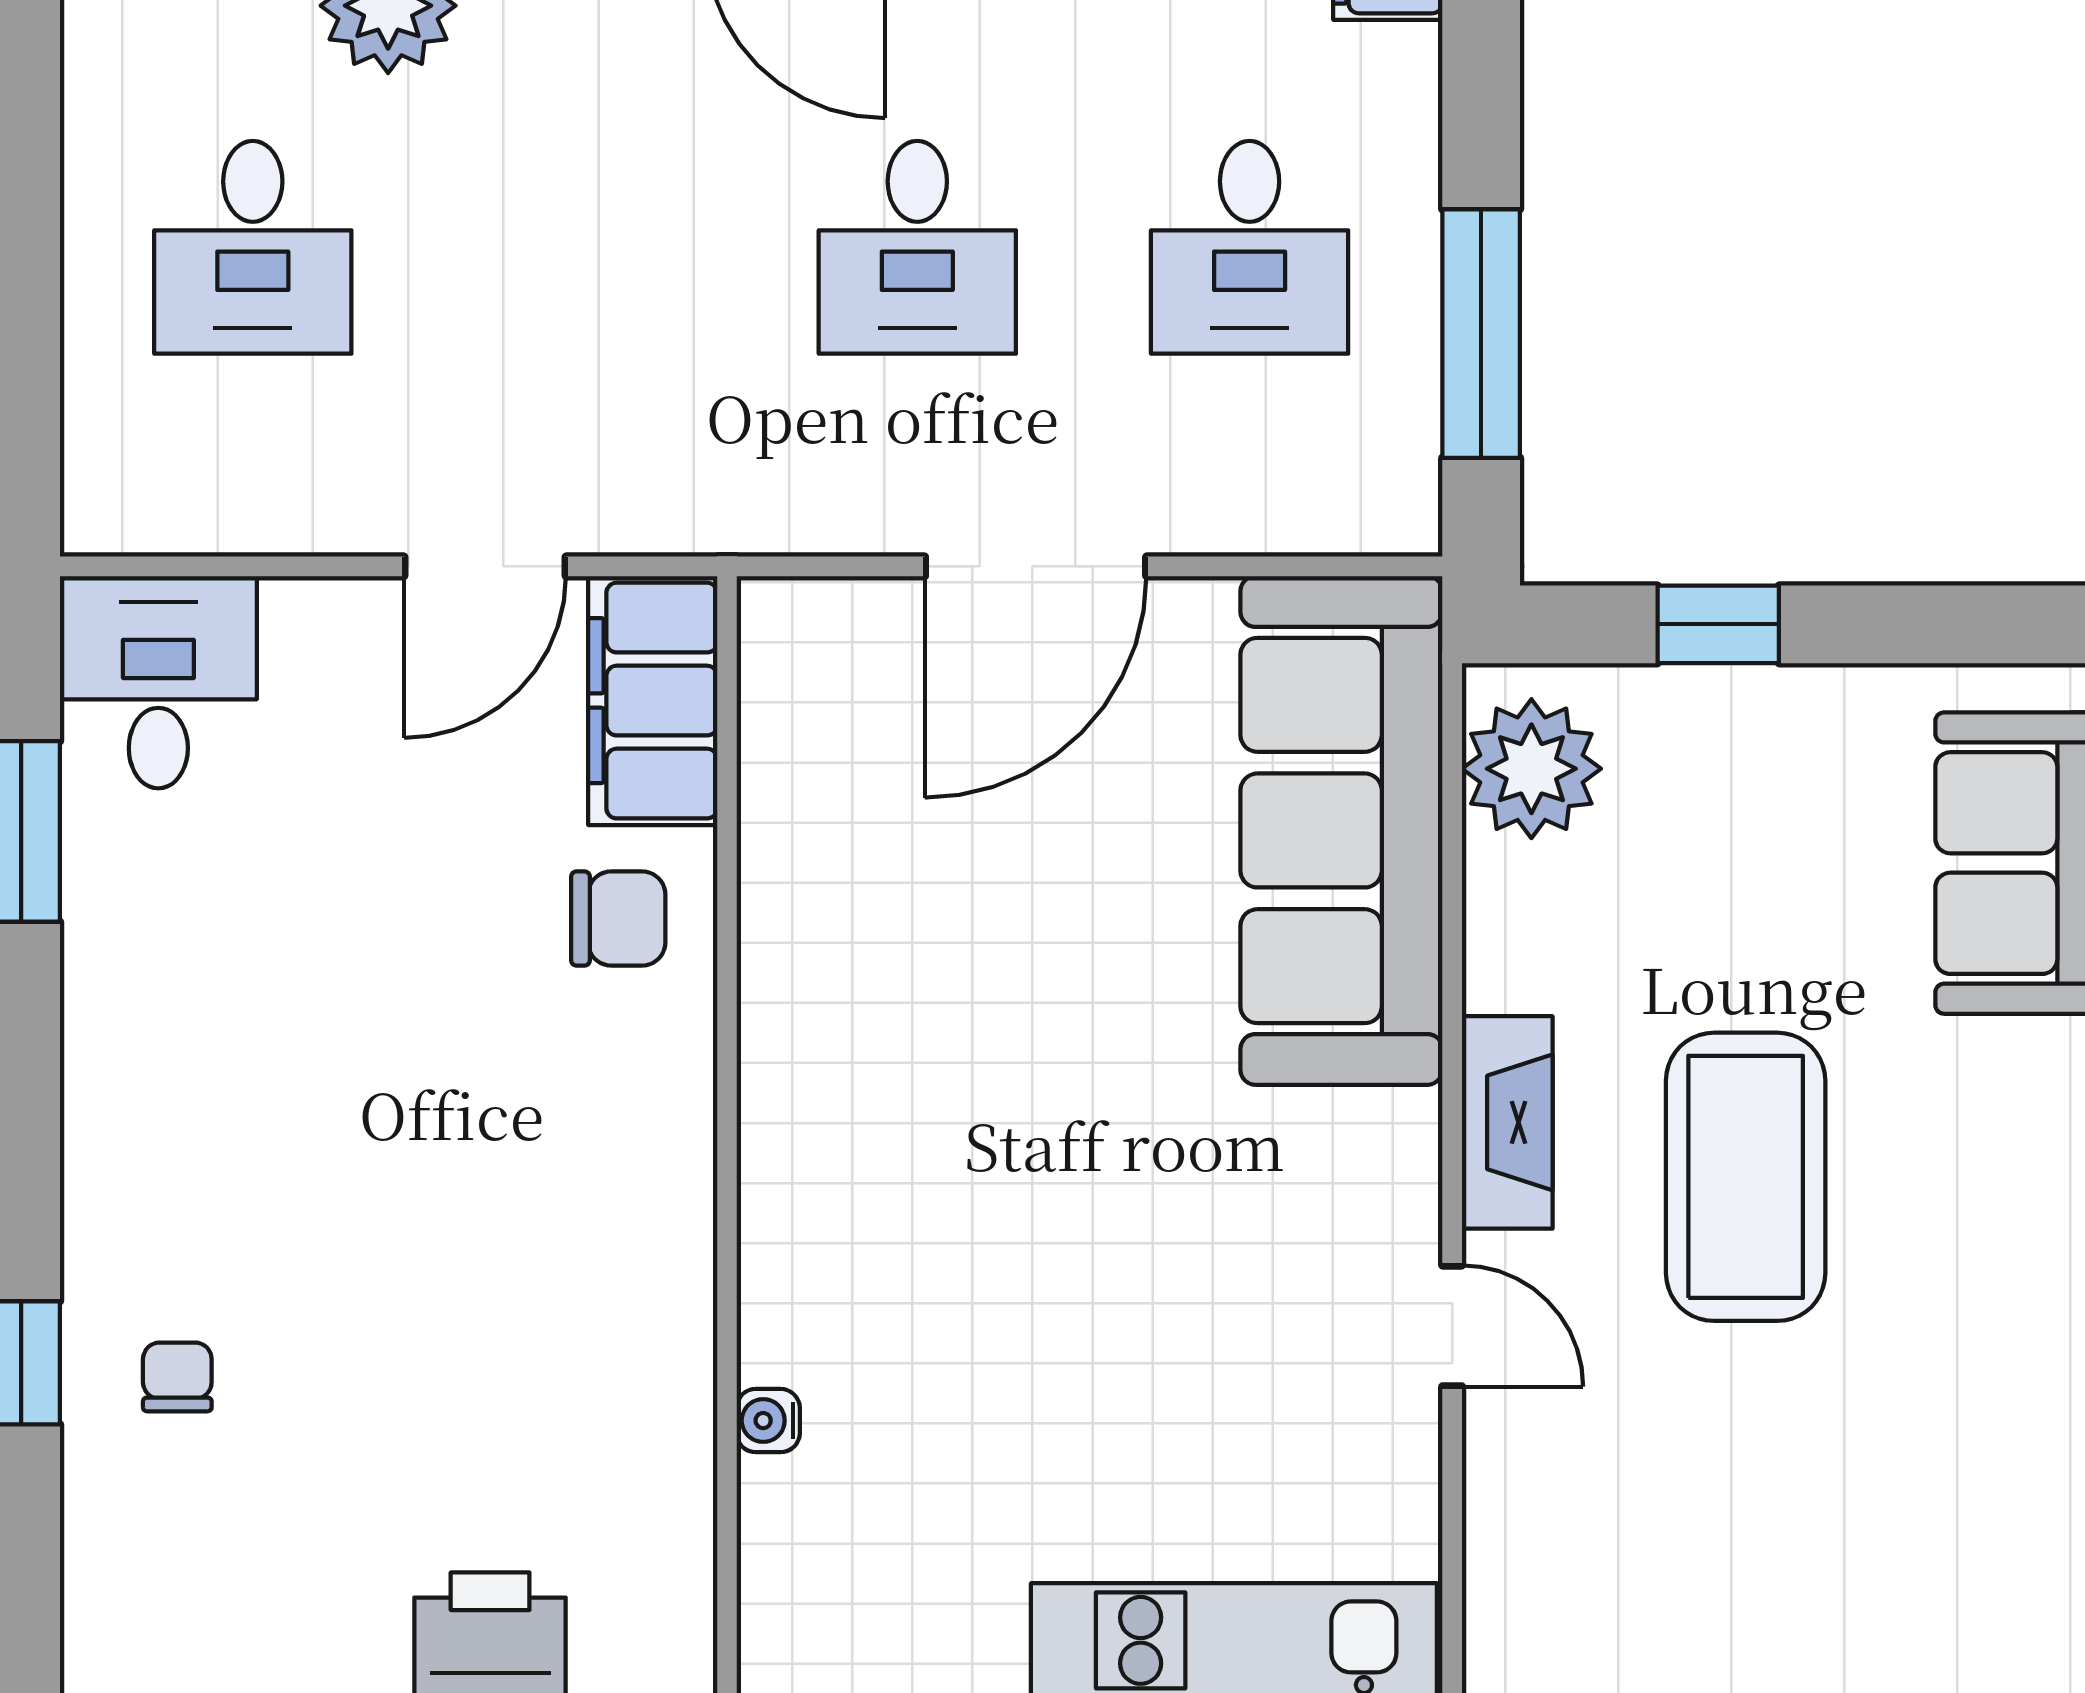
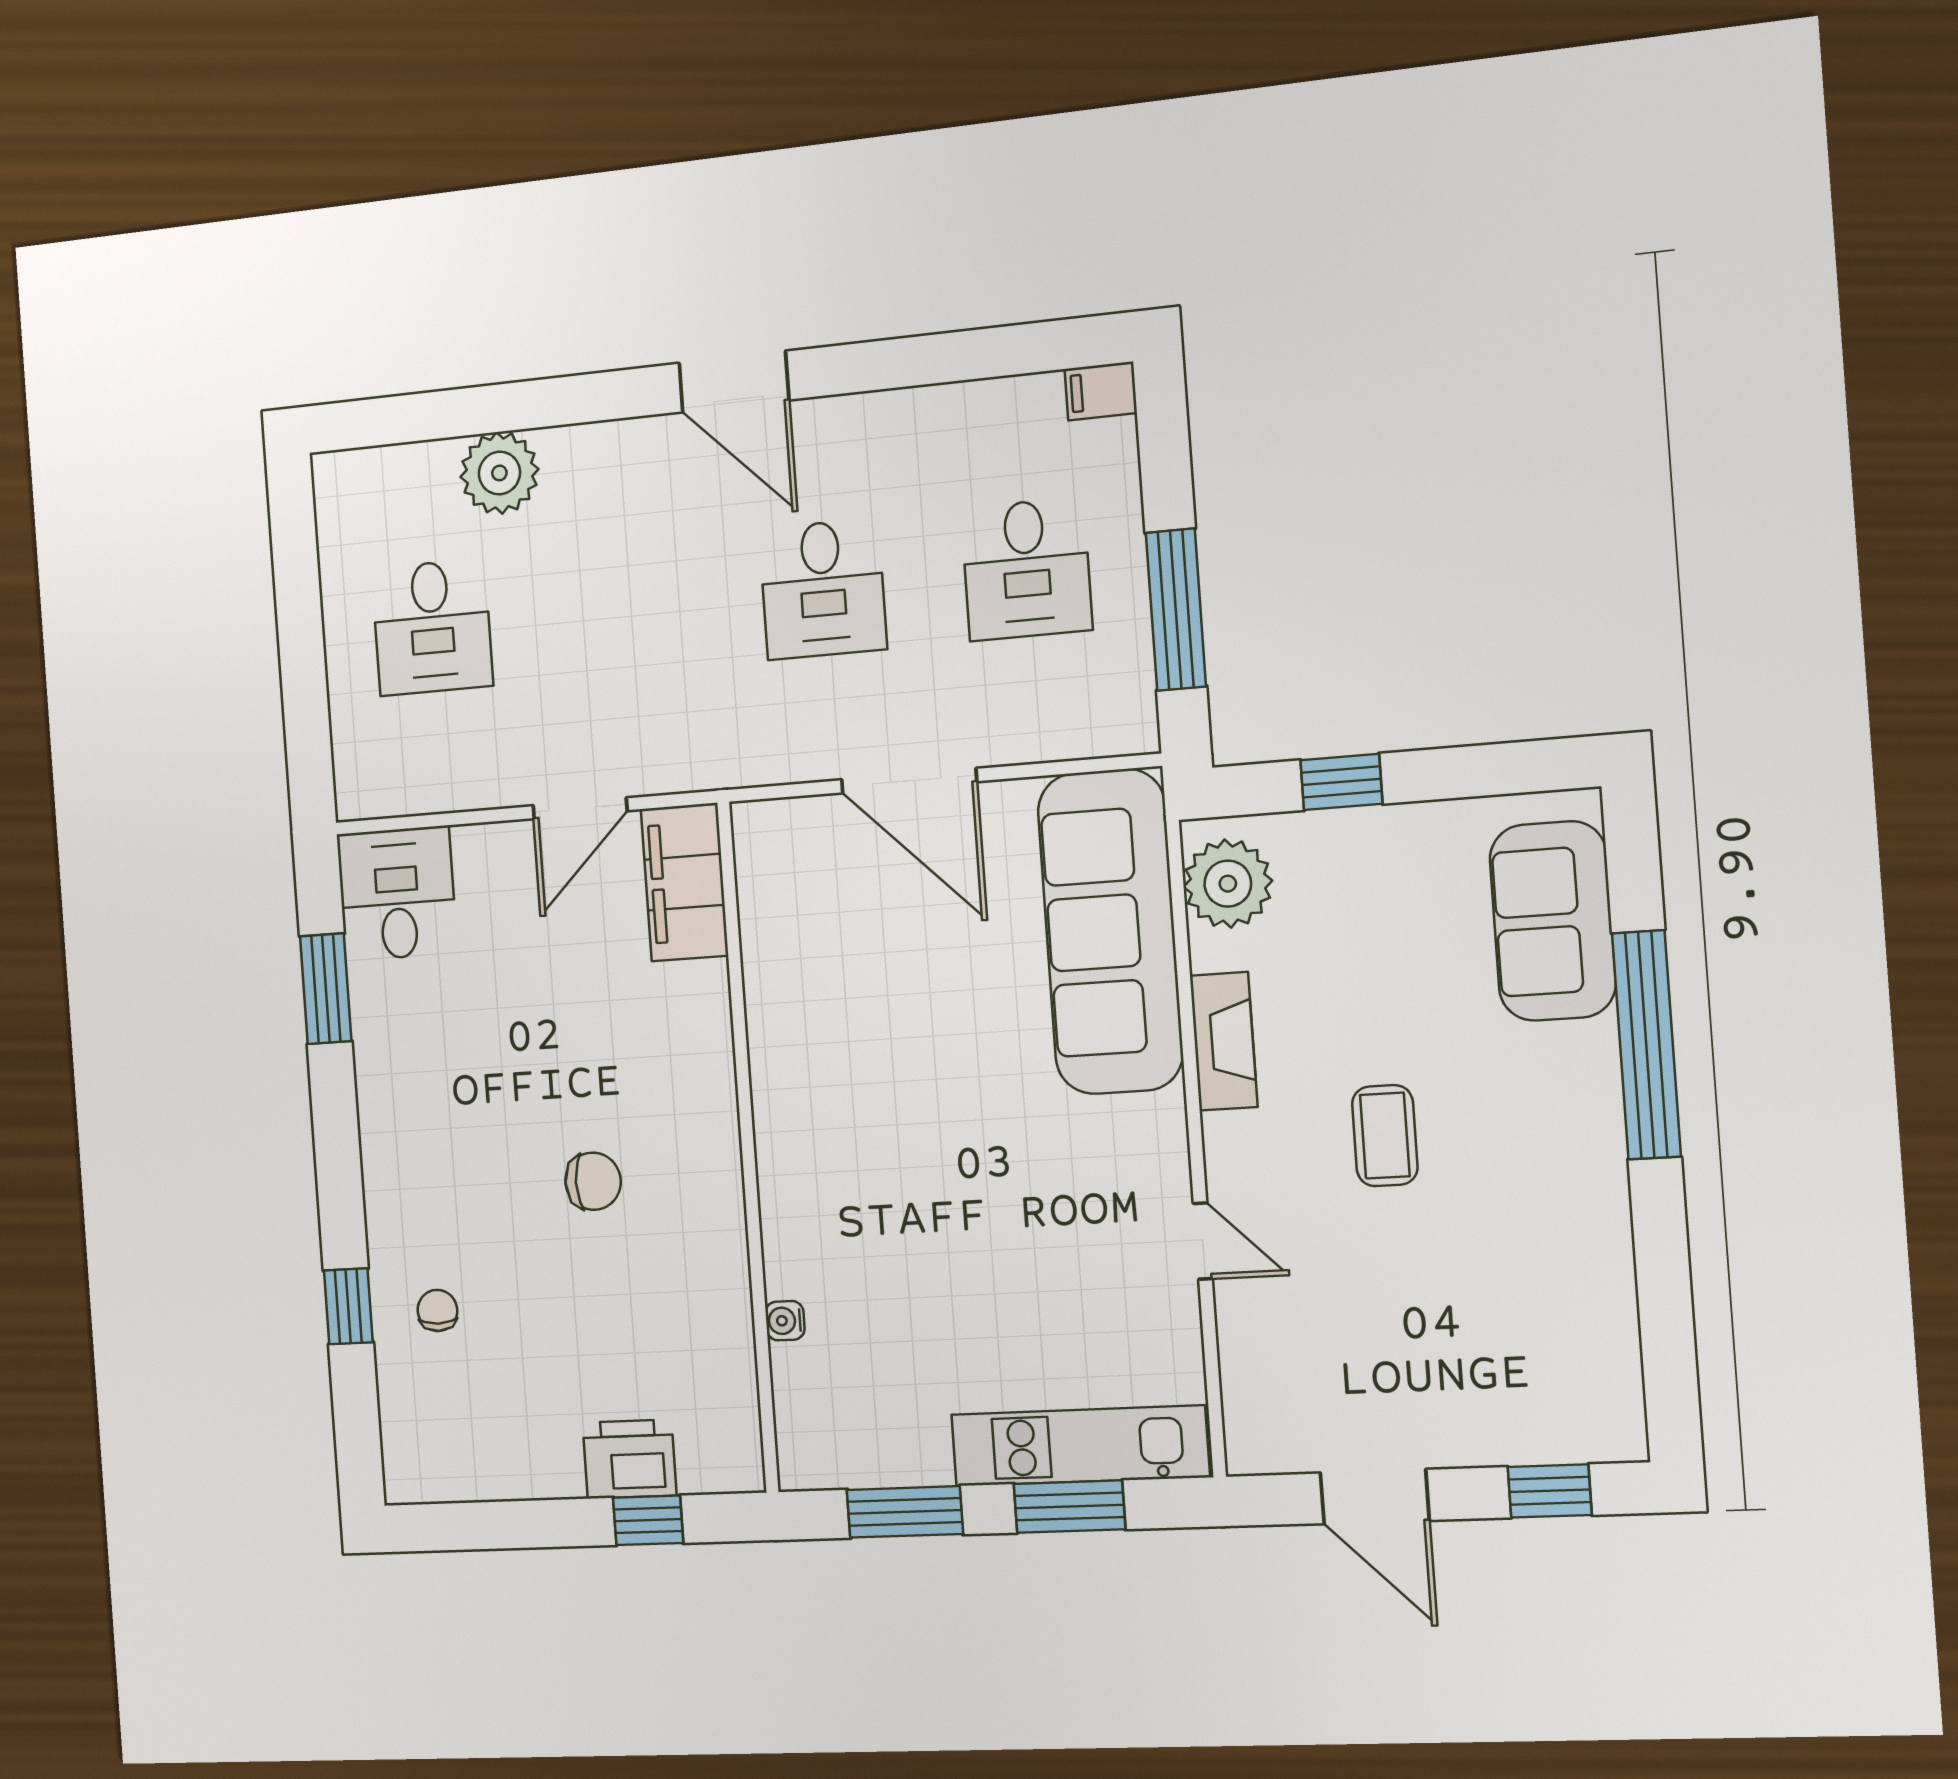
door: (1036, 566) -> (909, 781), hinge flipped
chair: (618, 918) -> (593, 1181), moved
fireplace: (1507, 1122) -> (1224, 1041), moved
coffee table: (1746, 1177) -> (1385, 1136), width x0.54, depth x0.58

